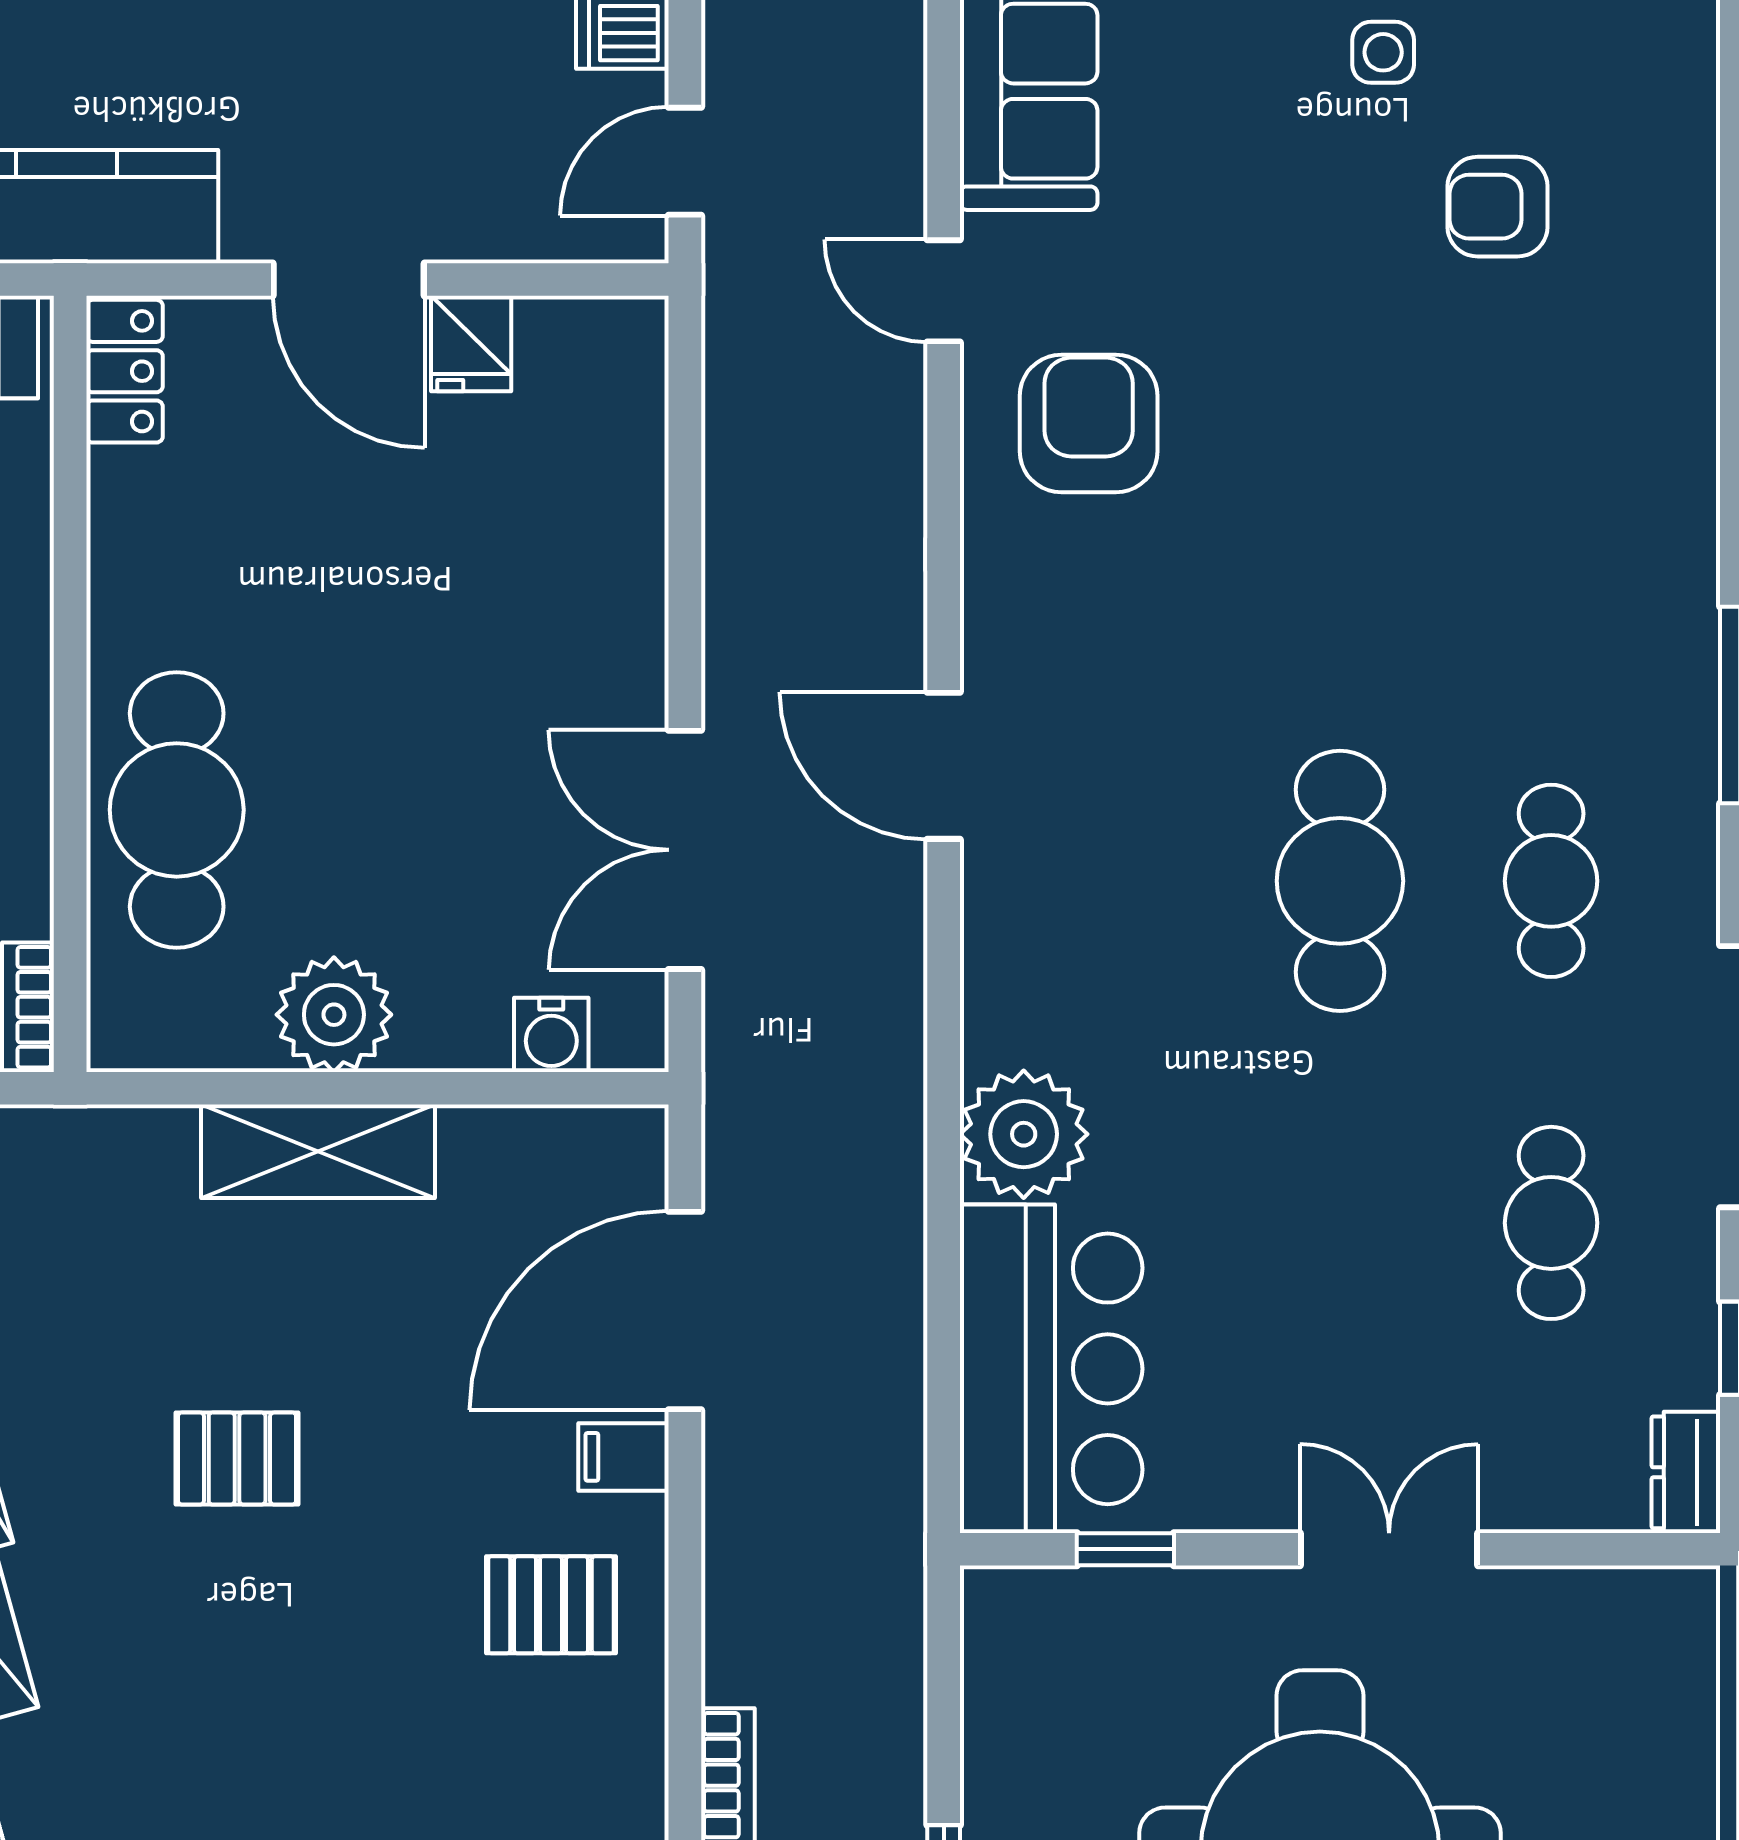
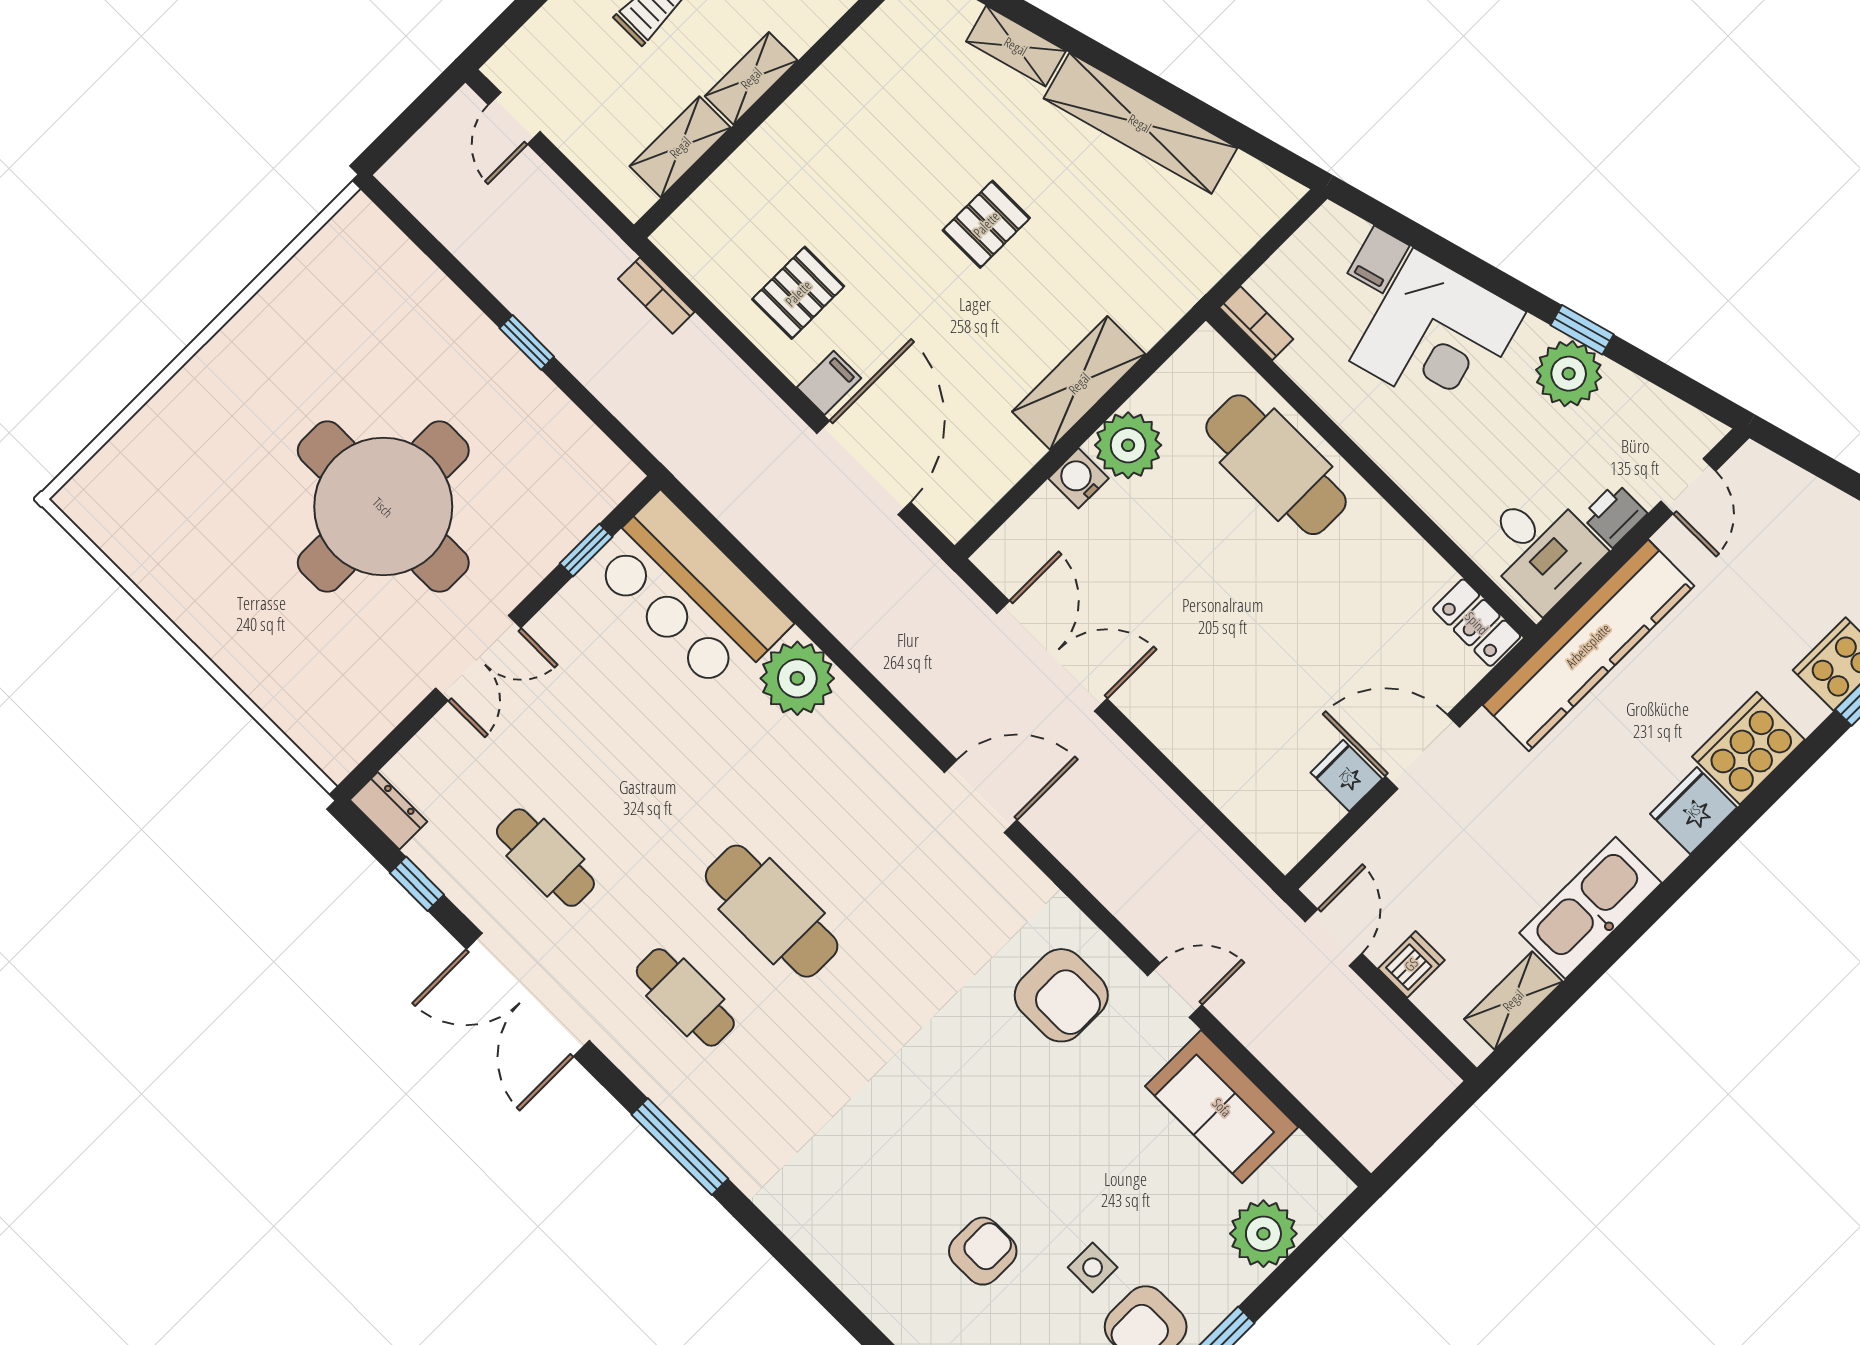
water cooler: (551, 1035) -> (1078, 478), moved

